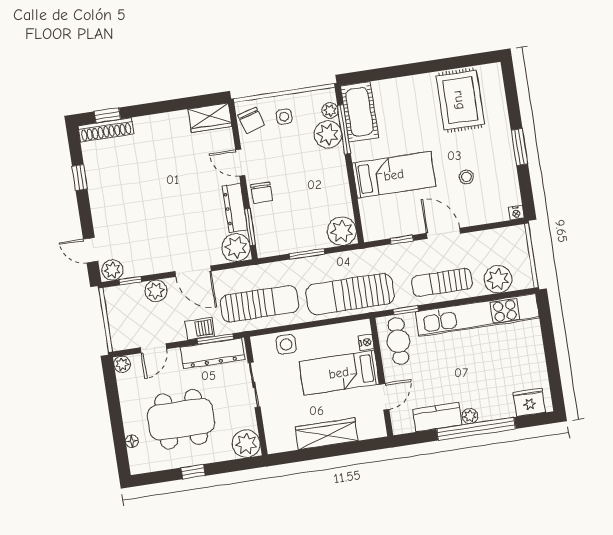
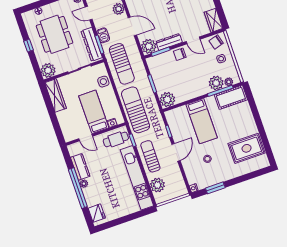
window: (519, 147) -> (215, 188), moved
door: (240, 163) -> (193, 40), swing flipped
door: (193, 271) -> (132, 26), swing flipped
wardrobe: (327, 434) -> (56, 95), moved

